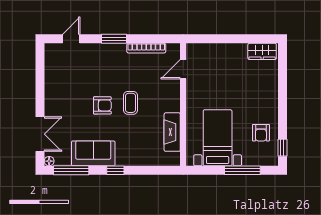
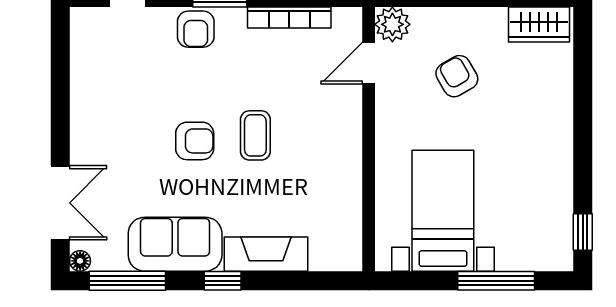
plant: (194, 51) -> (392, 24), added
armchair: (103, 54) -> (196, 29), added
fireplace: (172, 132) -> (266, 254), moved, turned 90
armchair: (261, 133) -> (457, 76), moved, turned 150

